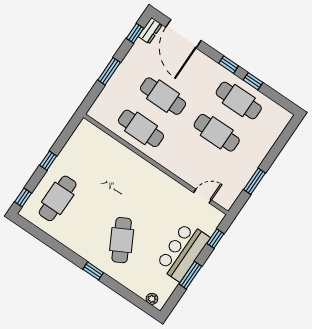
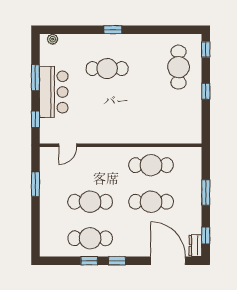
cafe table: (122, 240) -> (107, 69), turned -62

